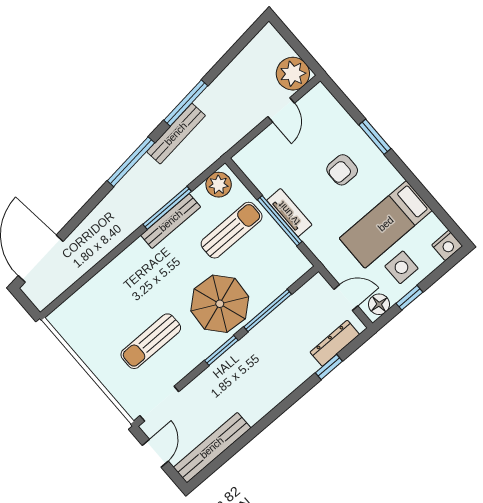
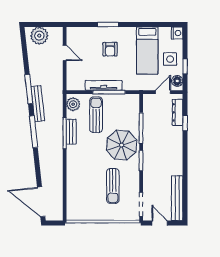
plant: (293, 74) -> (39, 36), moved
tv unit: (289, 213) -> (104, 85), width x1.41
bench: (171, 221) -> (71, 132), width x0.73

